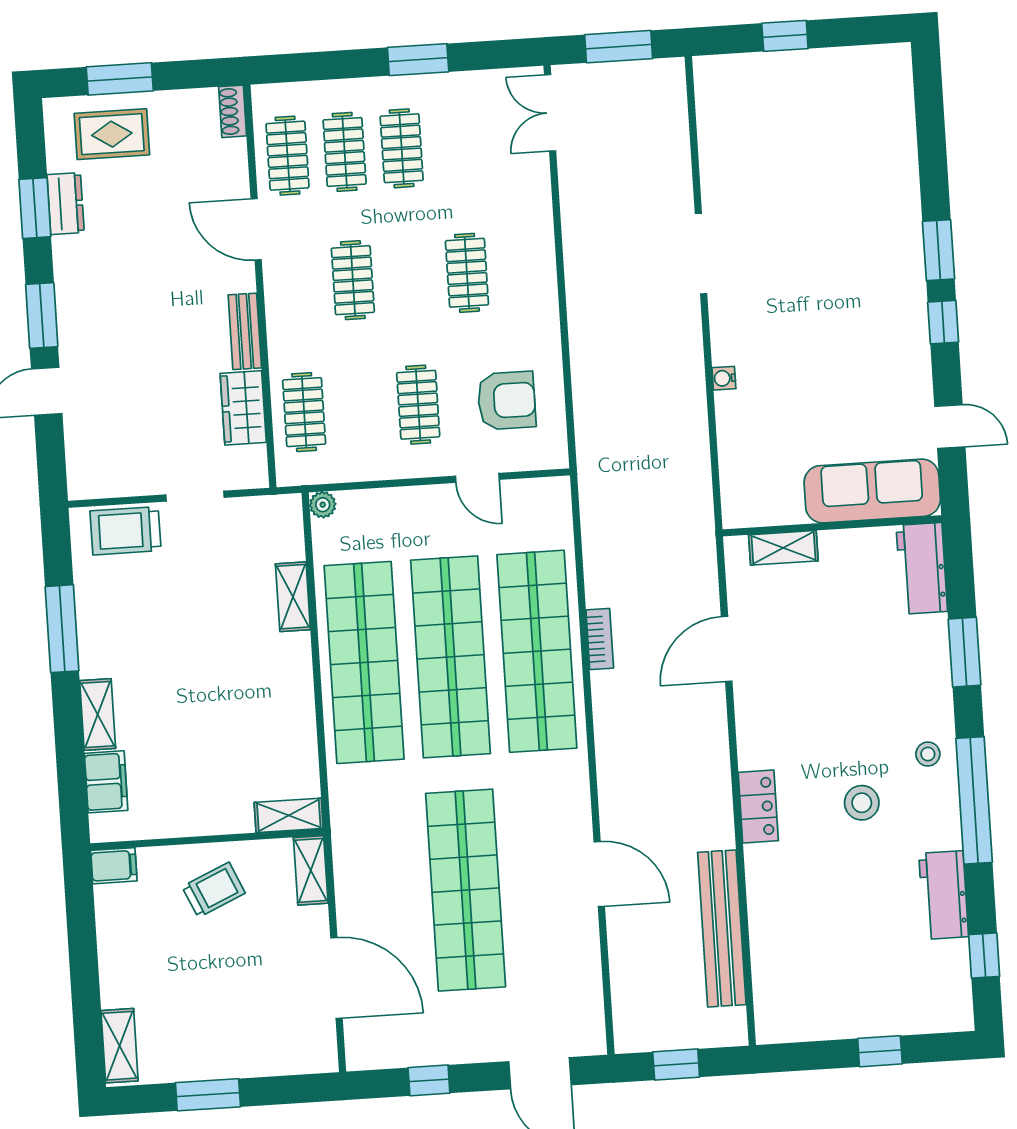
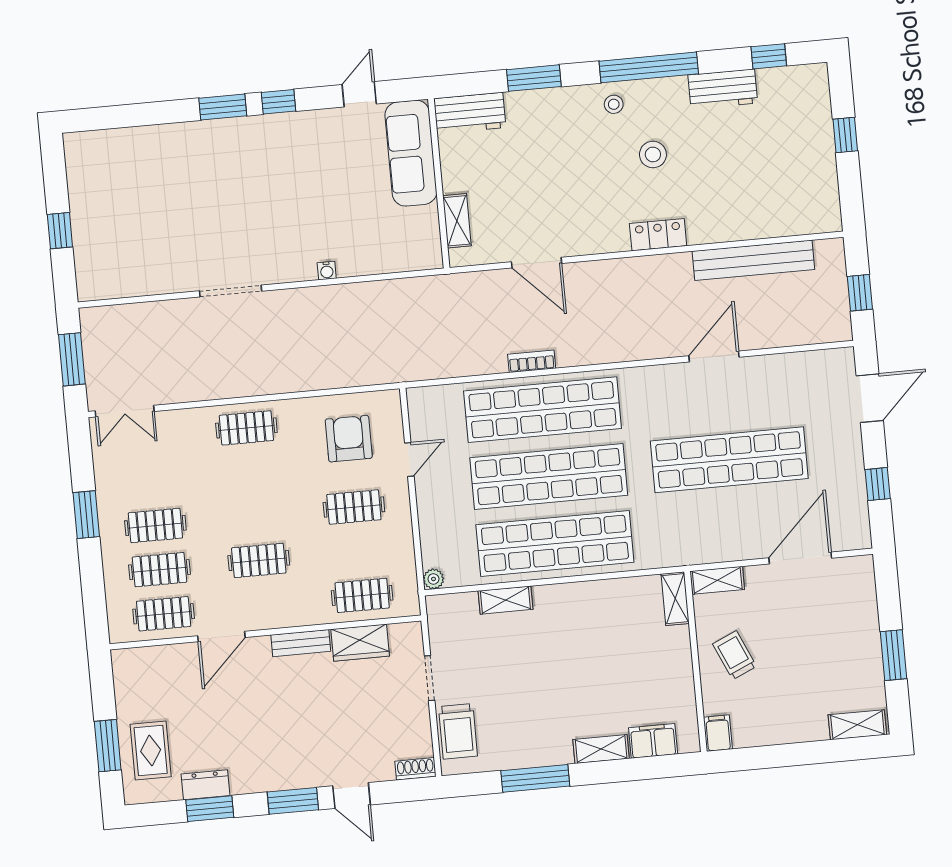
shoe rack: (233, 111) -> (415, 769), moved, turned 180
clothes rail: (467, 273) -> (246, 428), moved

